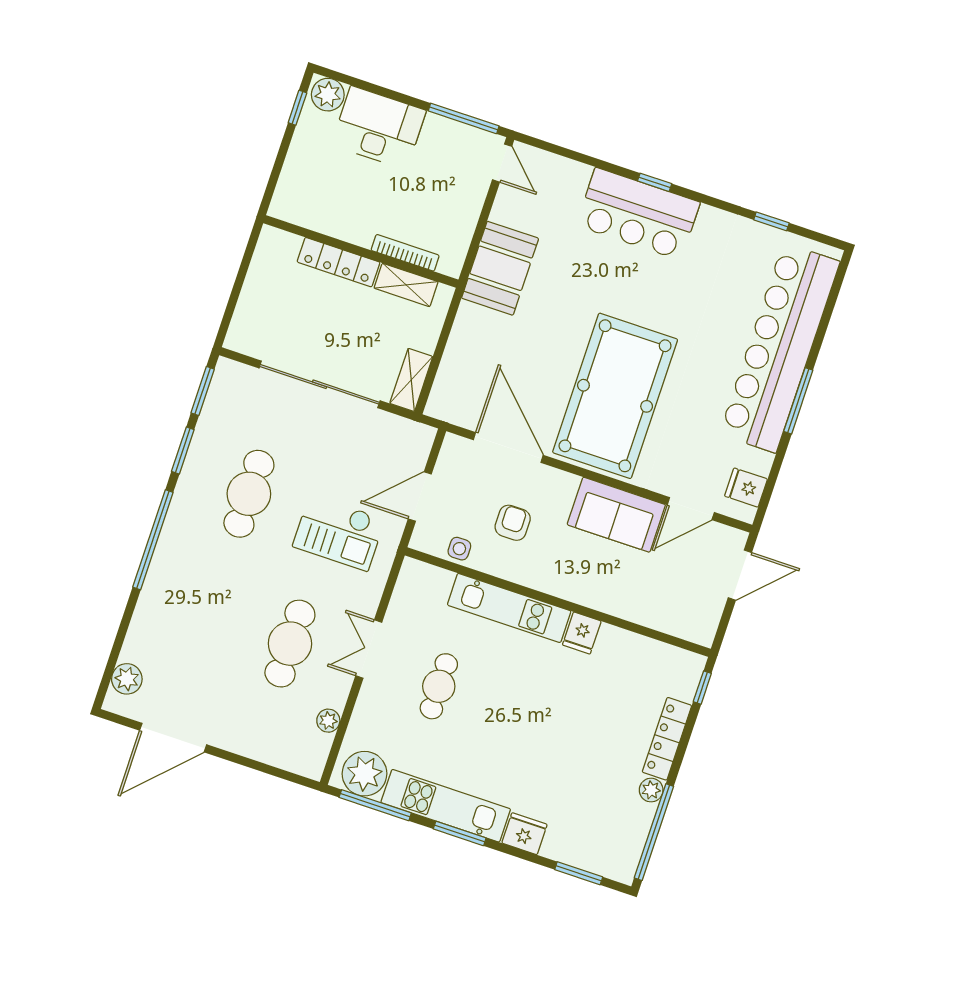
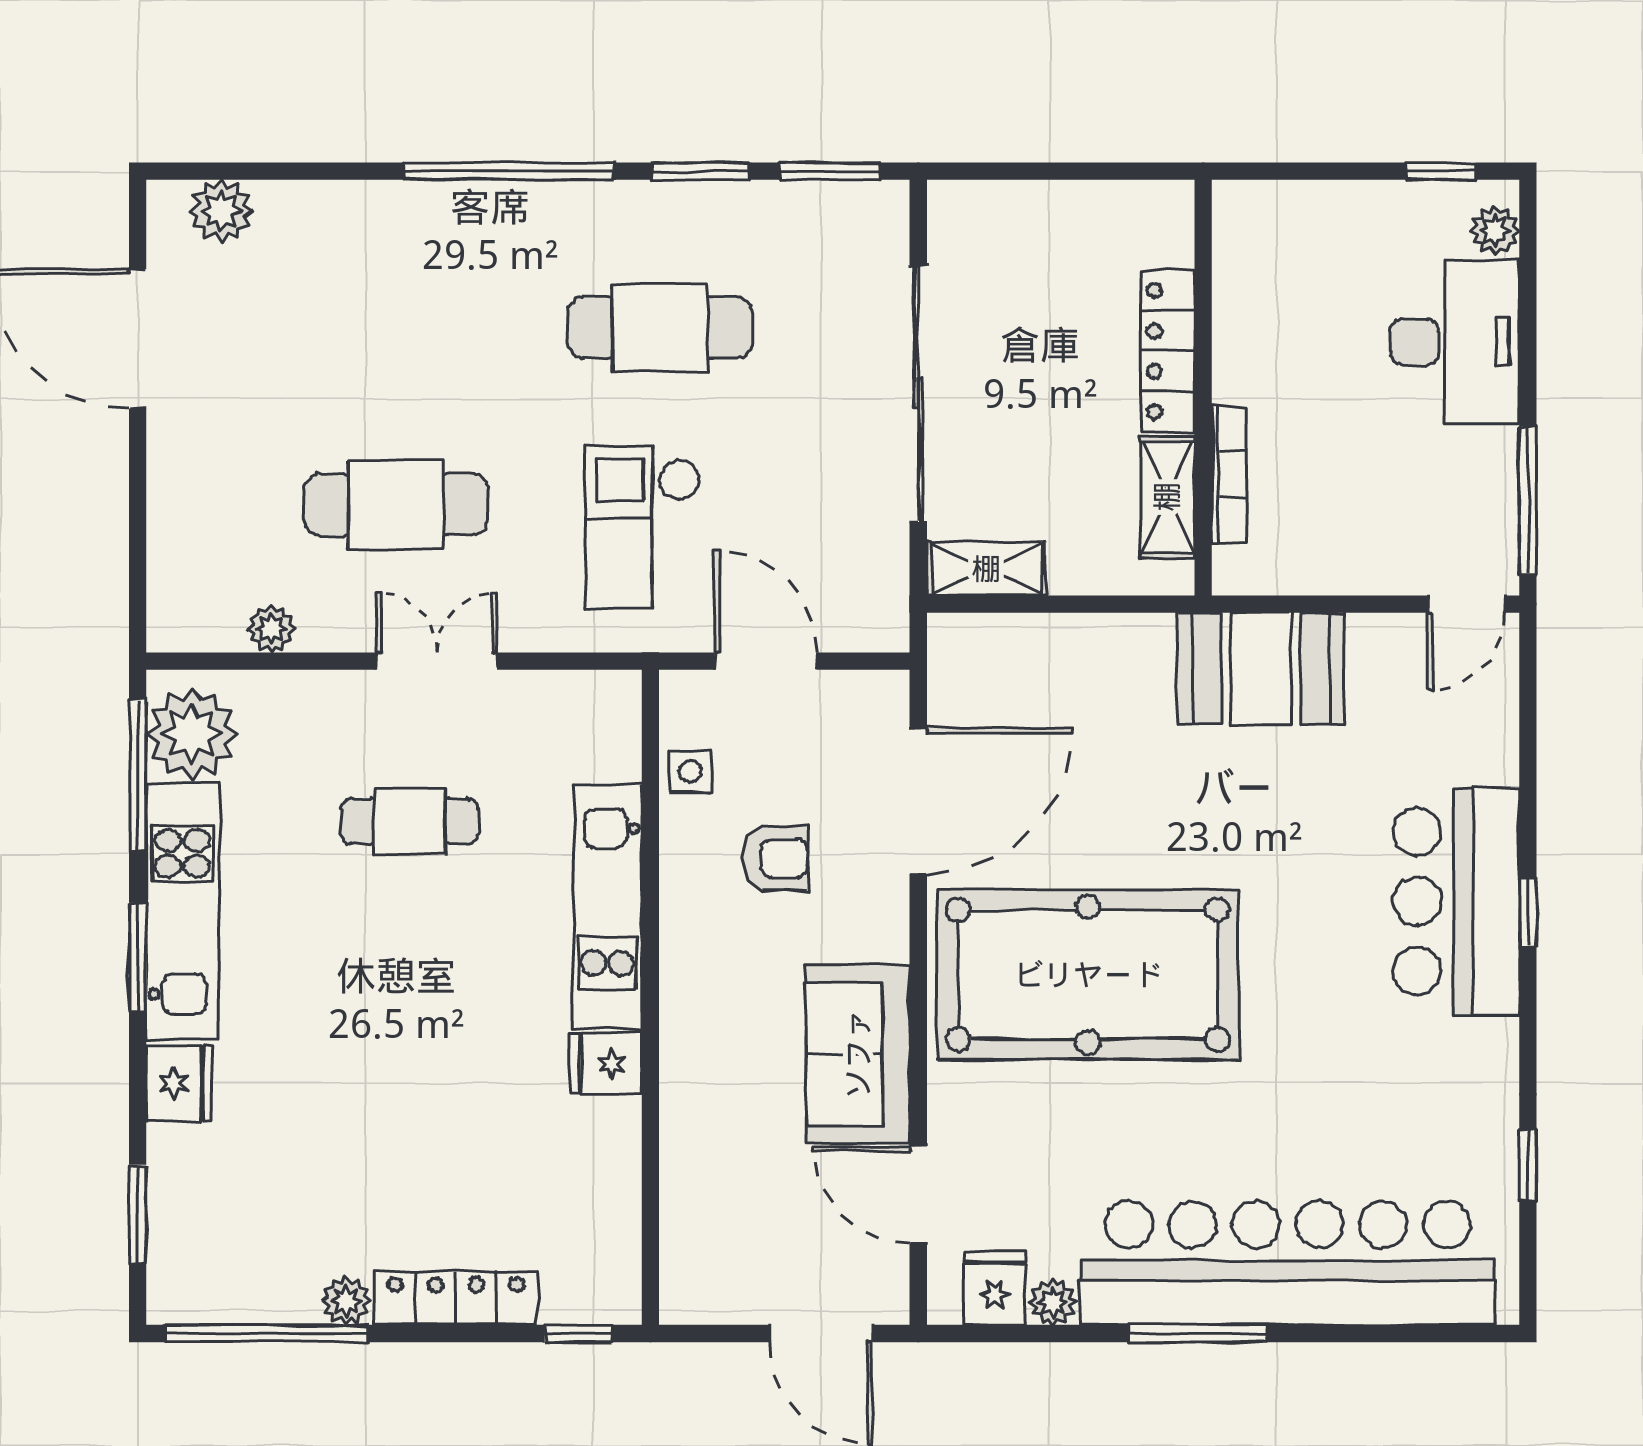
plant: (328, 95) -> (1495, 231), width x0.73, depth x0.73
plant: (761, 463) -> (1053, 1302), added

